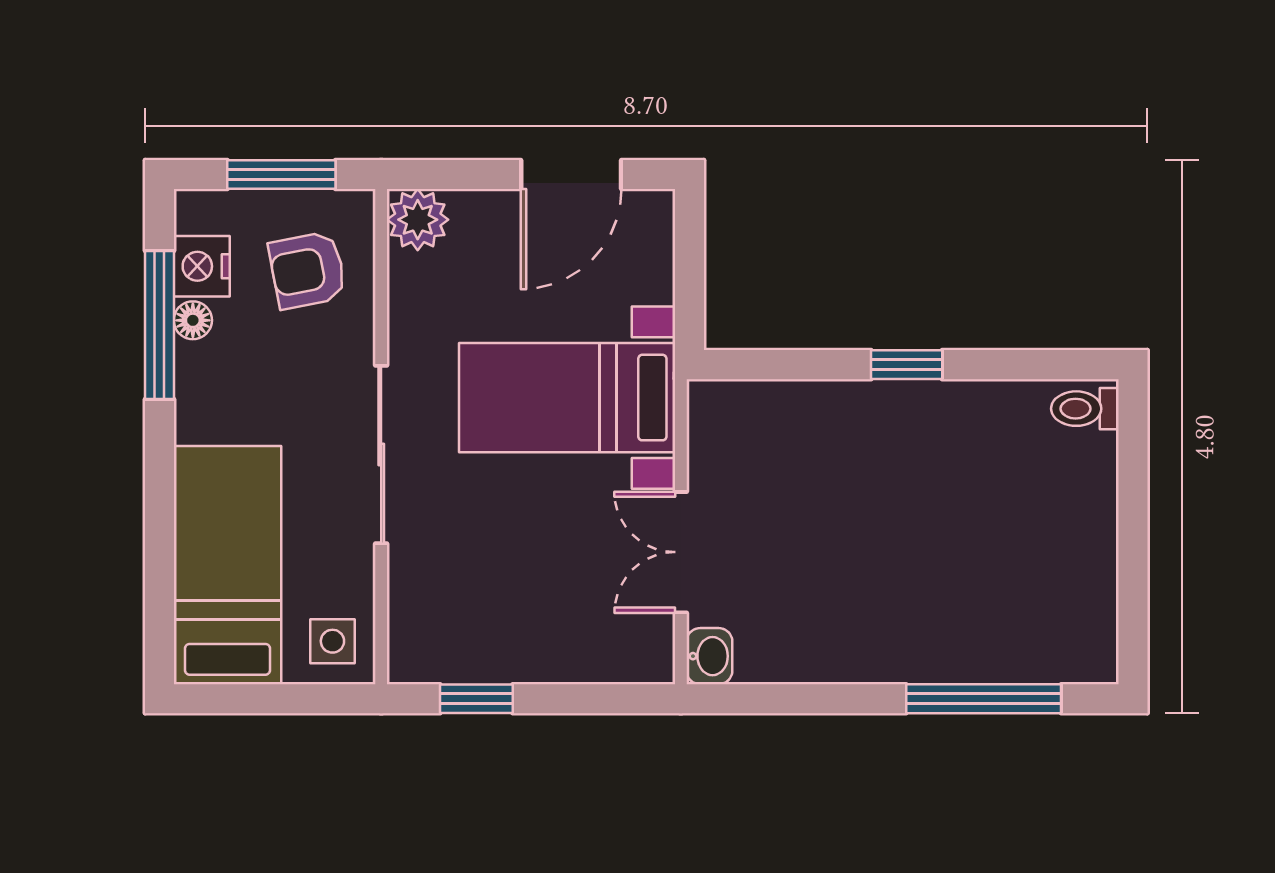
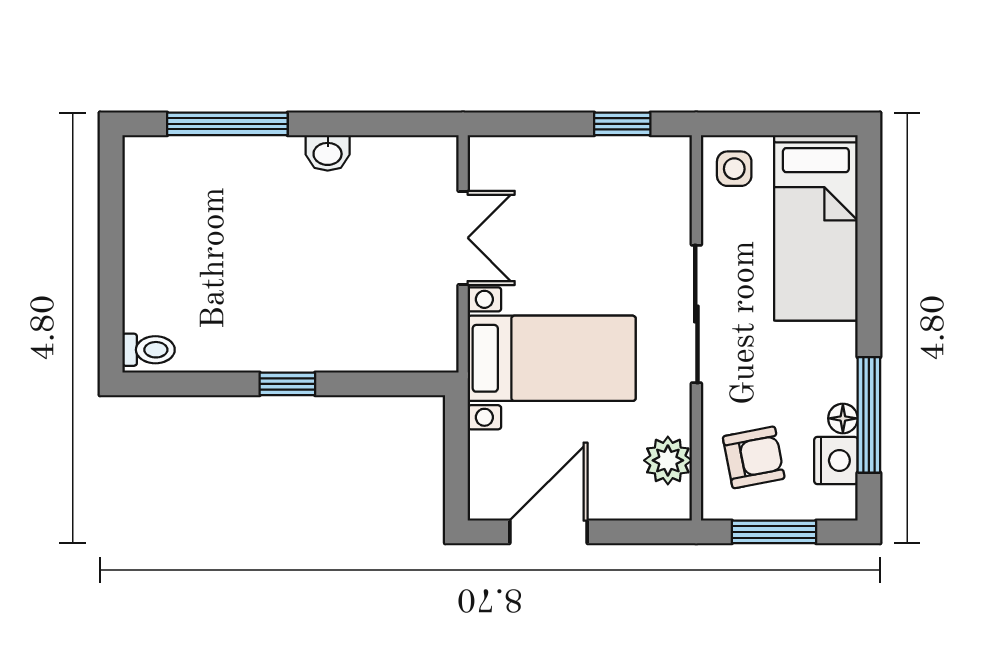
plant: (418, 220) -> (668, 460), moved
washbasin: (709, 656) -> (328, 153), moved, turned -90

